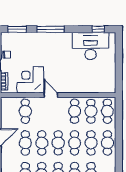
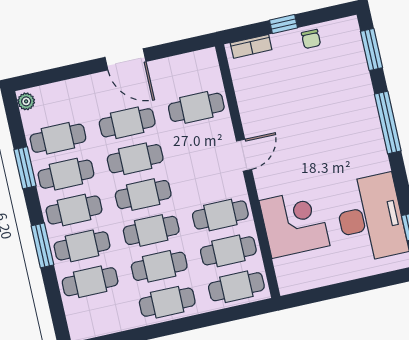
corner desk: (30, 80) -> (294, 223), moved

